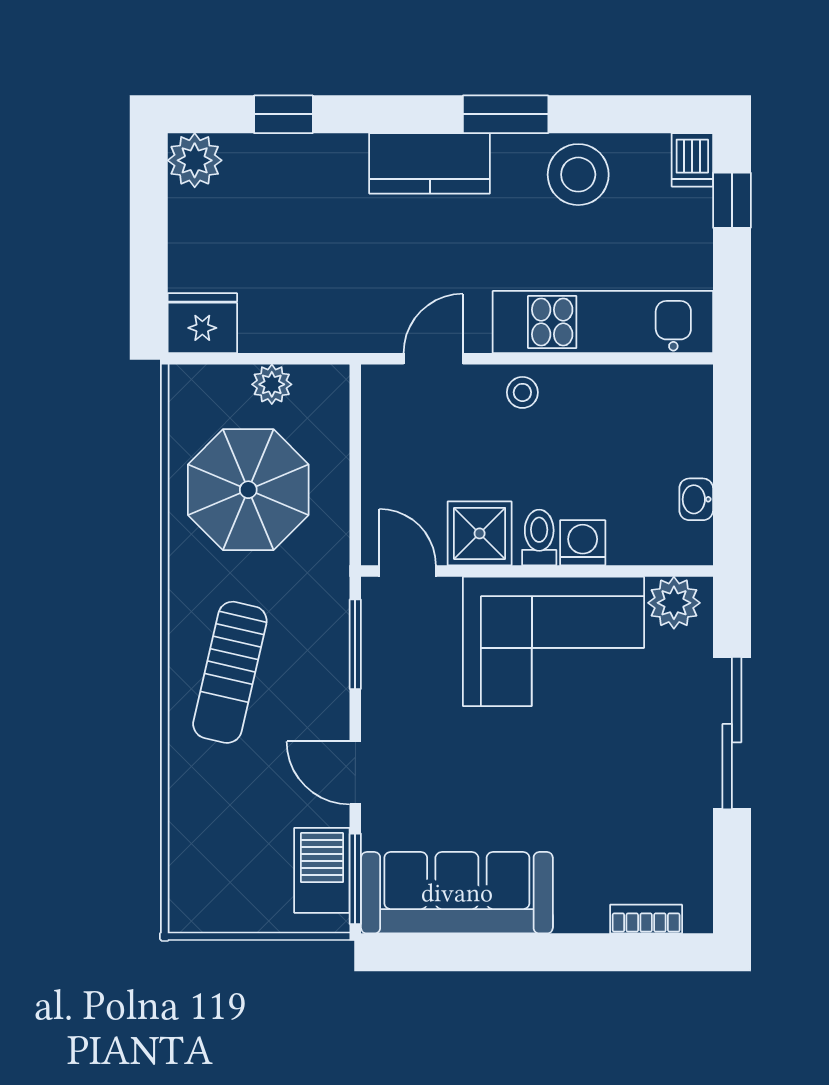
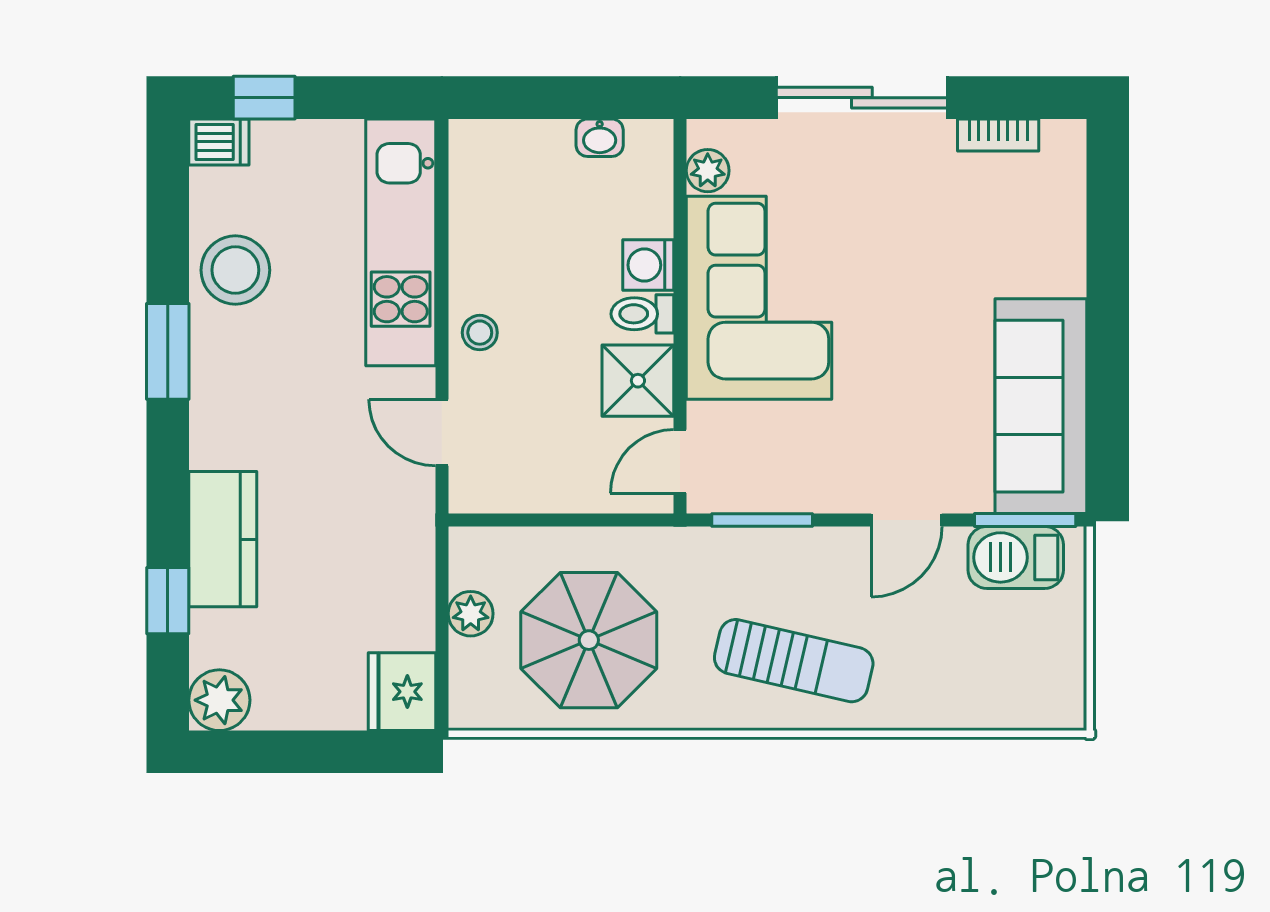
kitchen counter: (430, 163) -> (223, 539), moved
plant: (674, 603) -> (708, 171), width x0.73, depth x0.73
bookcase: (646, 919) -> (998, 135), moved, turned -90

